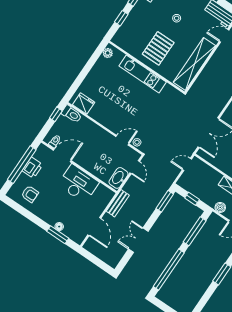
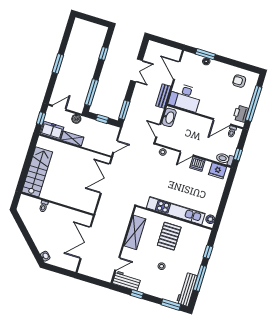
shelving: (194, 64) -> (135, 232), width x0.68
kitchen unit: (143, 74) -> (176, 211), width x1.36
dishwasher: (103, 118) -> (197, 164), added
door: (122, 140) -> (187, 153), moved
printer: (32, 168) -> (241, 114), moved
desk: (78, 184) -> (185, 97), moved
window: (169, 270) -> (103, 54), width x0.32

